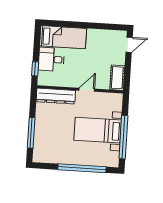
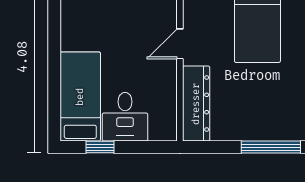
window: (35, 69) -> (100, 147), moved
door: (87, 90) -> (180, 44), hinge flipped

